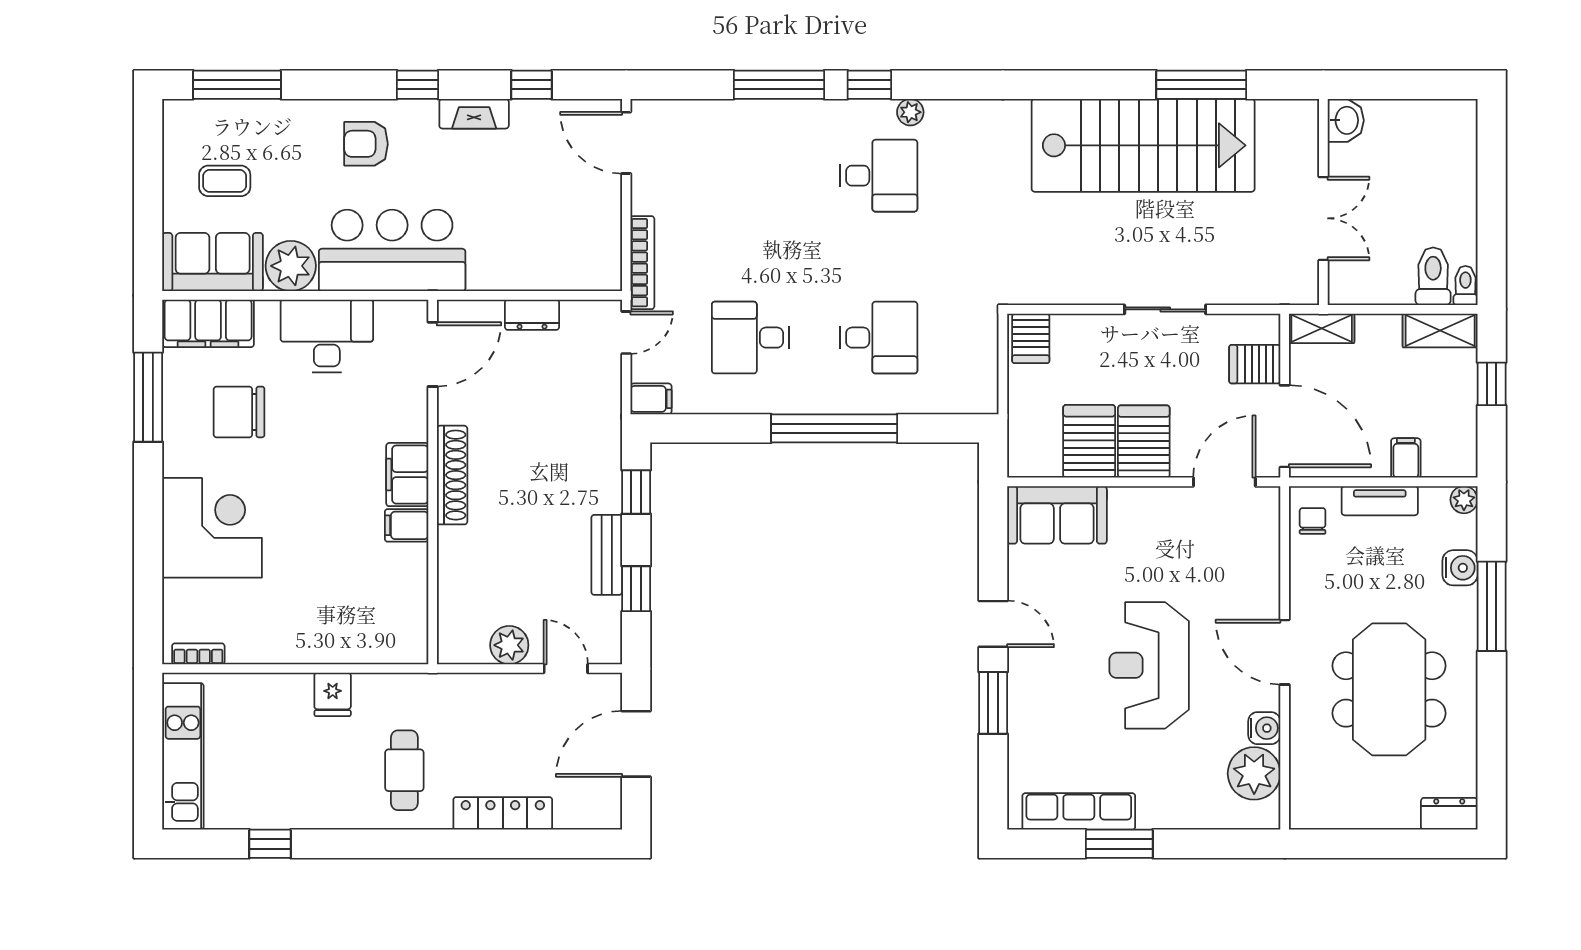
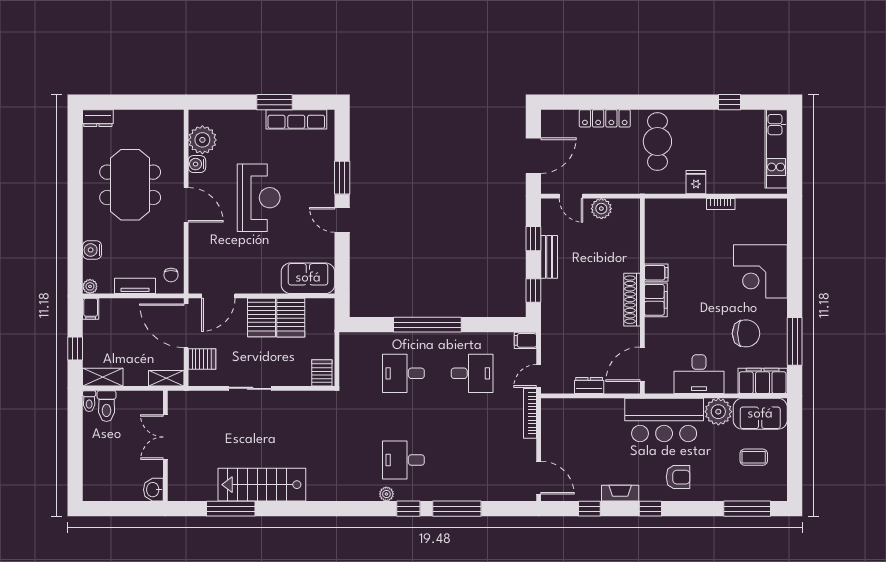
stairs: (1143, 145) -> (262, 485), width x0.73, depth x0.66
filing cabinet: (1406, 458) -> (91, 309), moved
window: (1492, 606) -> (75, 229), removed
bookcase: (198, 654) -> (721, 204), moved
cafe table: (404, 770) -> (657, 142), width x1.37, depth x1.35

